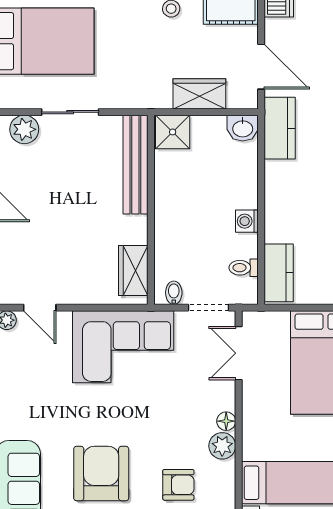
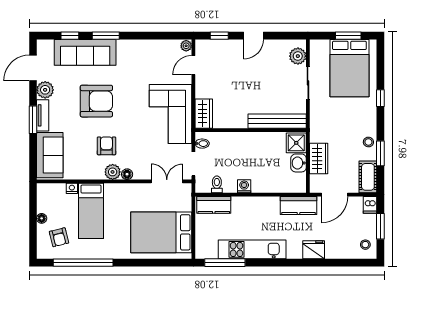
washbasin: (243, 128) -> (299, 163), moved
wardrobe: (133, 271) -> (204, 114), moved, turned 90
armchair: (178, 485) -> (106, 146), moved, turned 180

